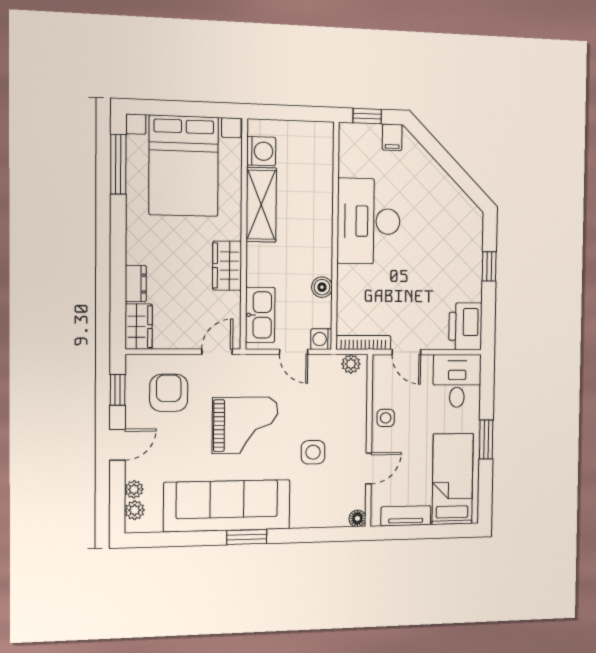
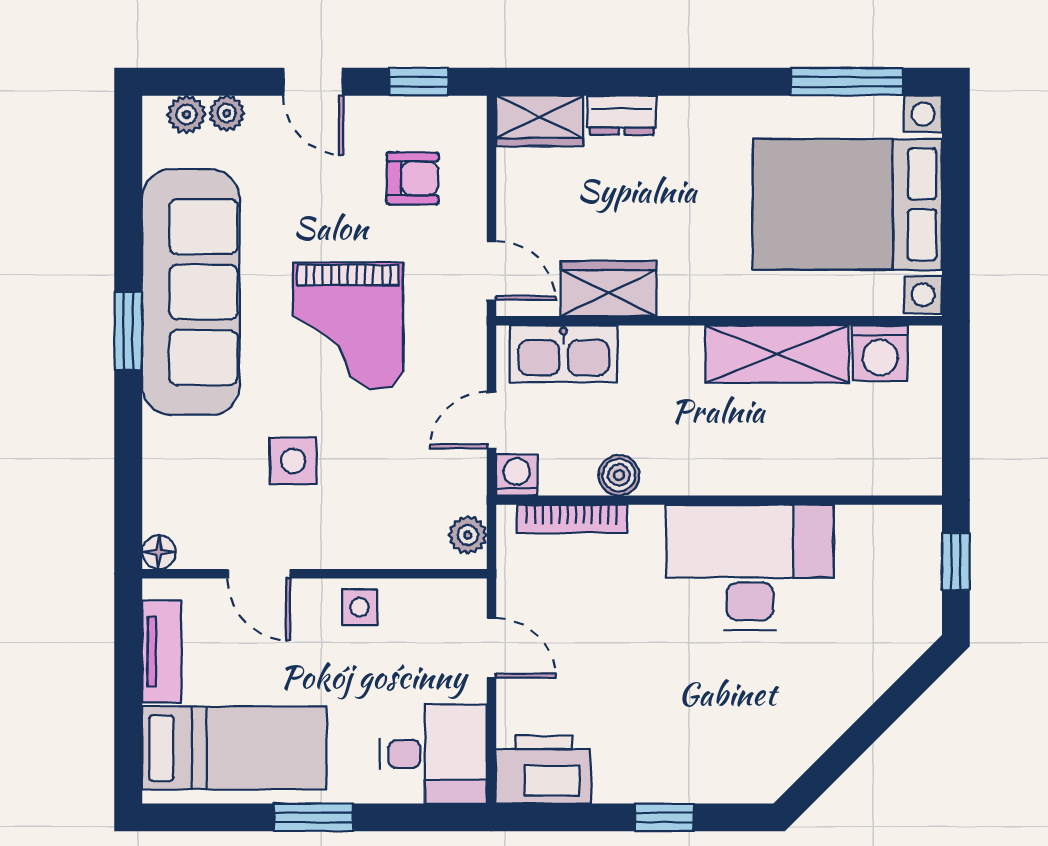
filing cabinet: (392, 137) -> (916, 613), removed
wardrobe: (227, 266) -> (608, 289), moved
bookcase: (363, 343) -> (572, 519), moved, turned 90
door: (406, 352) -> (491, 648), swing flipped
armchair: (169, 393) -> (412, 178), width x0.72, depth x0.72

